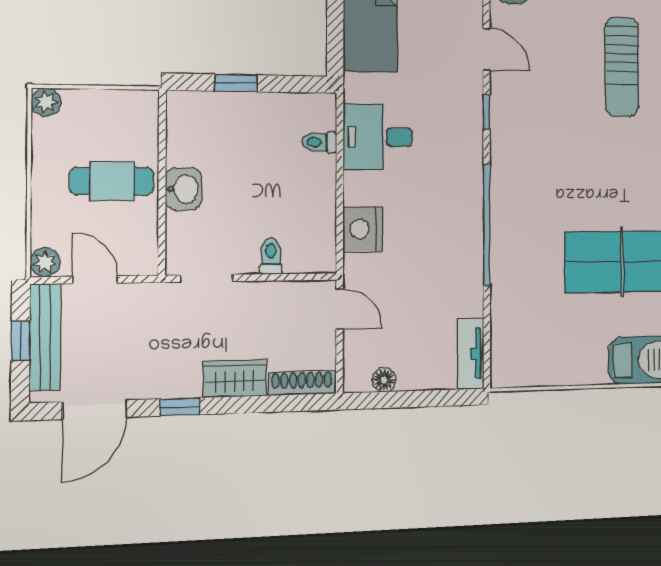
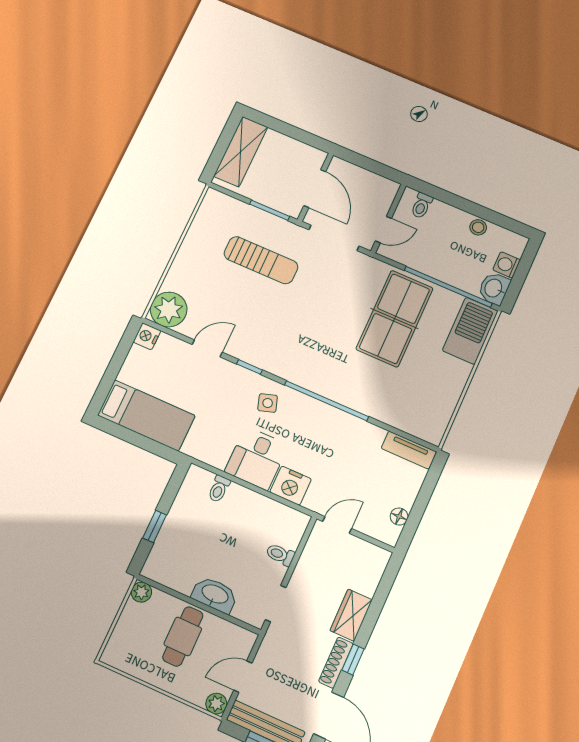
plant: (46, 102) -> (141, 592), moved
desk: (378, 137) -> (257, 458), moved
side table: (452, 154) -> (268, 403), added
washbasin: (184, 189) -> (215, 595), width x1.38
shoe rack: (302, 383) -> (336, 663), moved

